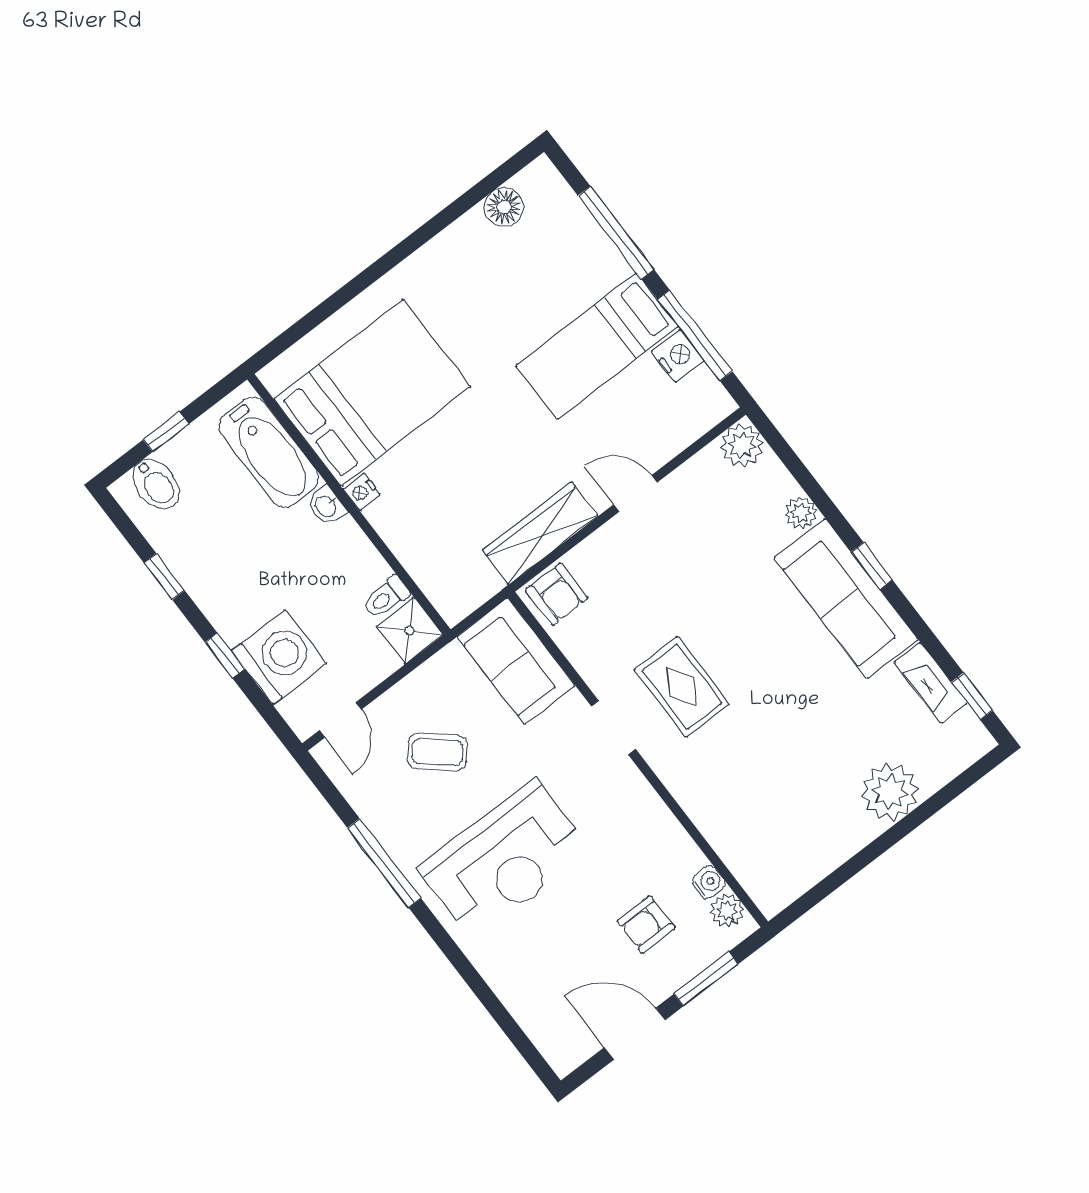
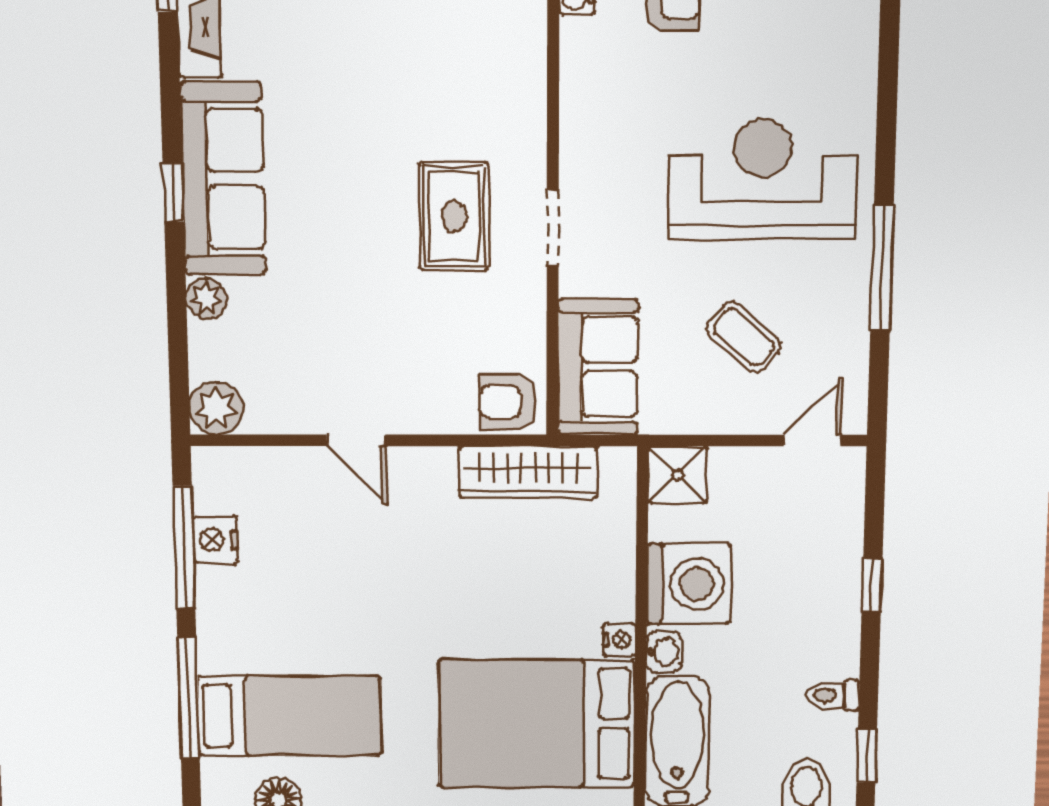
bed: (597, 346) -> (289, 716), moved
wardrobe: (540, 533) -> (528, 472), moved
window: (164, 577) -> (867, 756), moved
armchair: (557, 594) -> (508, 402), turned -90
toilet: (386, 597) -> (833, 695), moved, turned 180
washing machine: (279, 657) -> (689, 584), moved, turned 180

